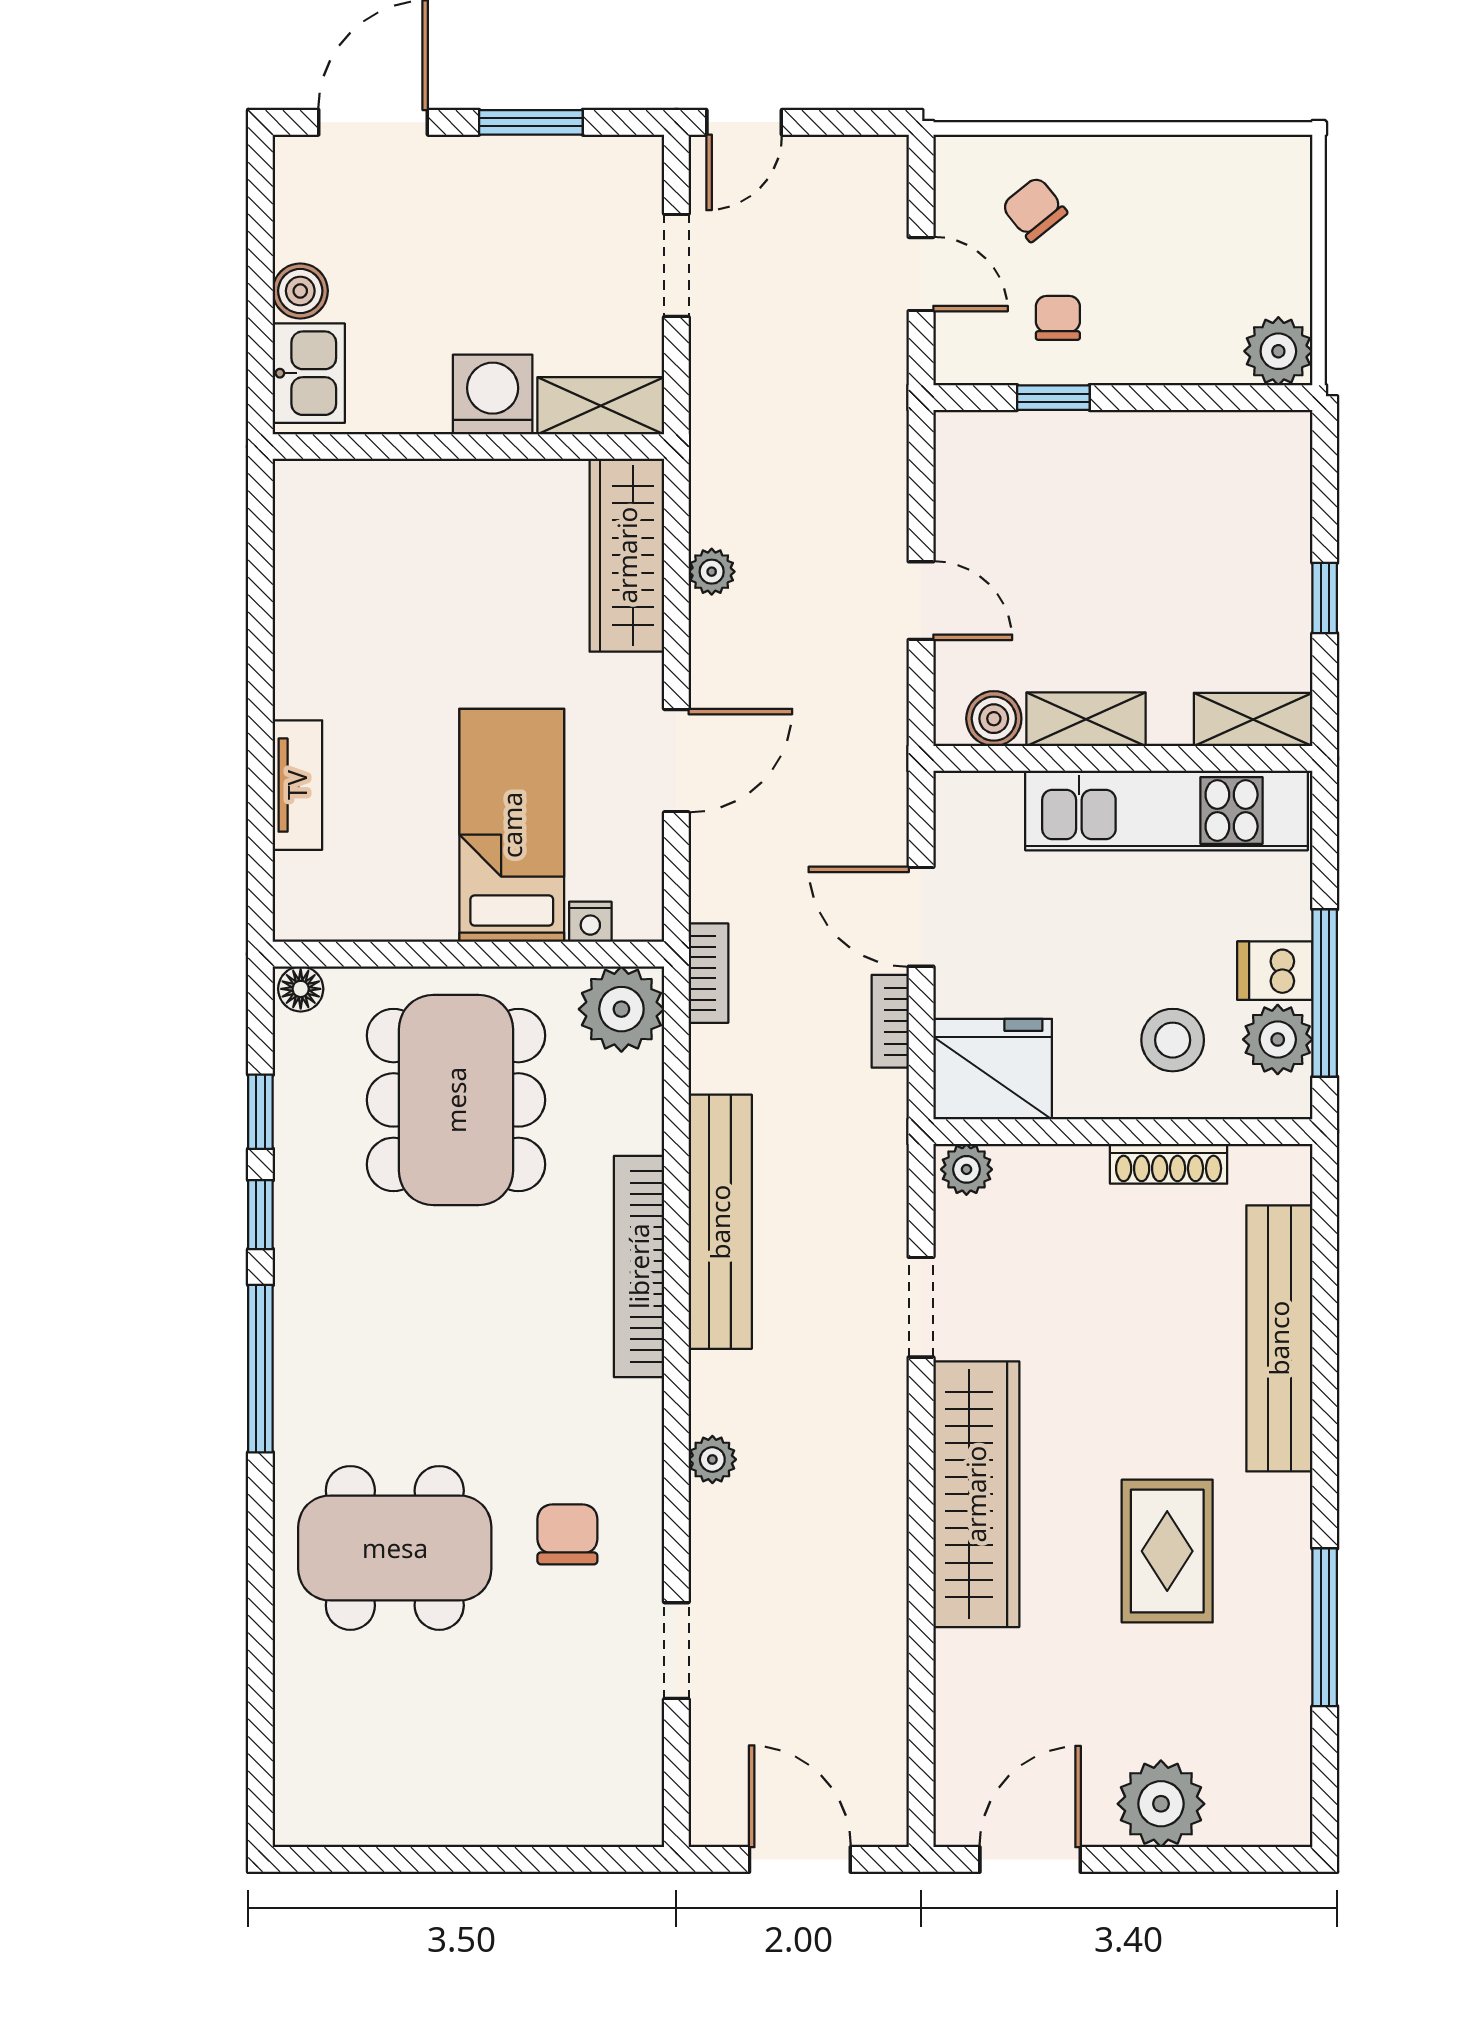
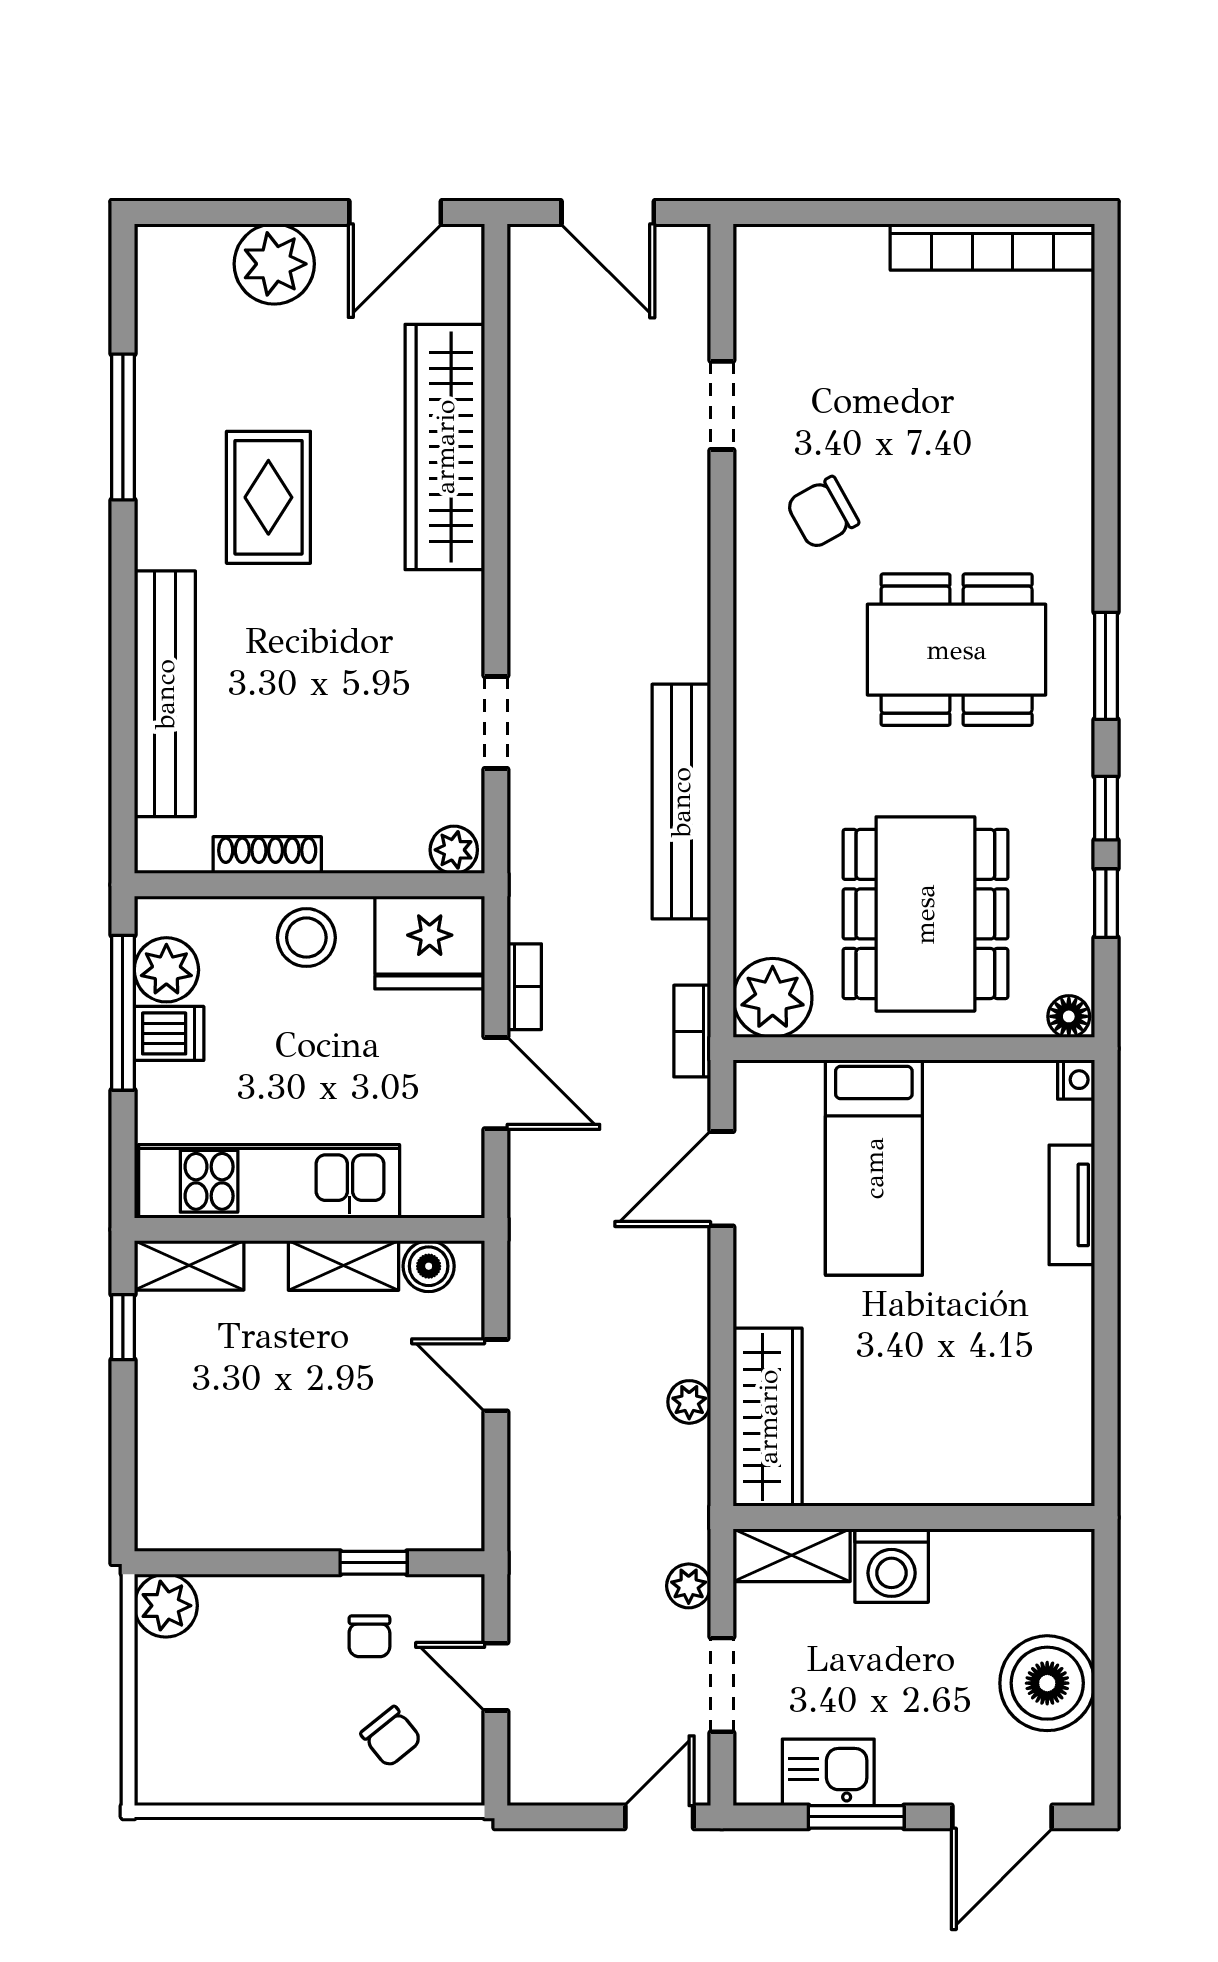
boiler: (300, 291) -> (1047, 1683), width x1.86, depth x1.86
kitchen sink: (309, 373) -> (828, 1772), moved, turned 90
window: (1325, 598) -> (123, 1327), moved
door: (676, 761) -> (722, 1179), moved
nightstand: (590, 922) -> (1076, 1080), moved, turned 90
stool: (1173, 1040) -> (306, 938), moved
bookcase: (639, 1266) -> (992, 247), moved, turned 90
window: (260, 1369) -> (1106, 666), width x0.69
plant: (712, 1459) -> (689, 1586), moved
wardrobe: (976, 1494) -> (445, 447), moved
chair: (567, 1534) -> (822, 513), turned 61
dining table: (395, 1548) -> (957, 650), moved

